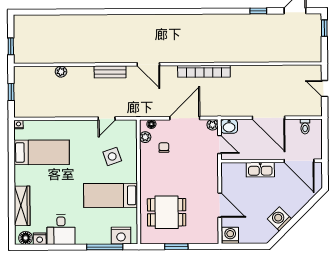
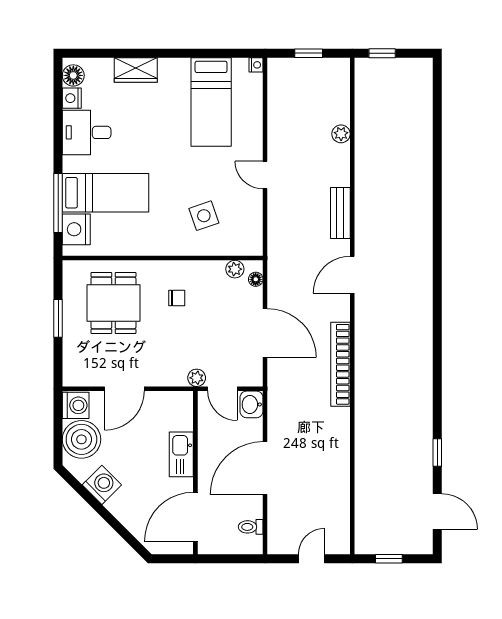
window: (324, 28) -> (389, 559), moved
door: (107, 119) -> (265, 175), moved
plant: (213, 125) -> (197, 378), moved
door: (219, 144) -> (222, 389), hinge flipped
chair: (164, 148) -> (177, 298), moved
bed: (111, 195) -> (106, 193), moved, turned 90
wardrobe: (22, 206) -> (136, 70), width x0.67
boiler: (251, 232) -> (81, 439), added

